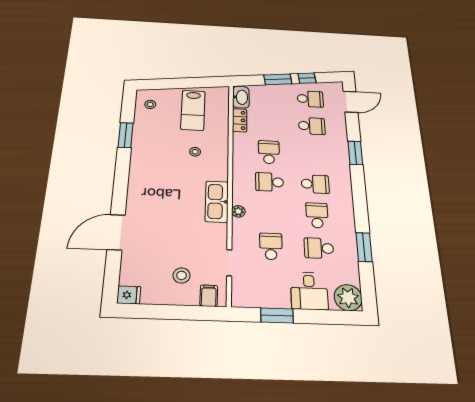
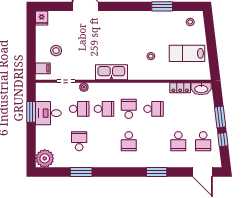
plant: (238, 211) -> (84, 87), moved
school desk: (317, 215) -> (104, 109), moved
desk: (309, 291) -> (48, 113), moved

